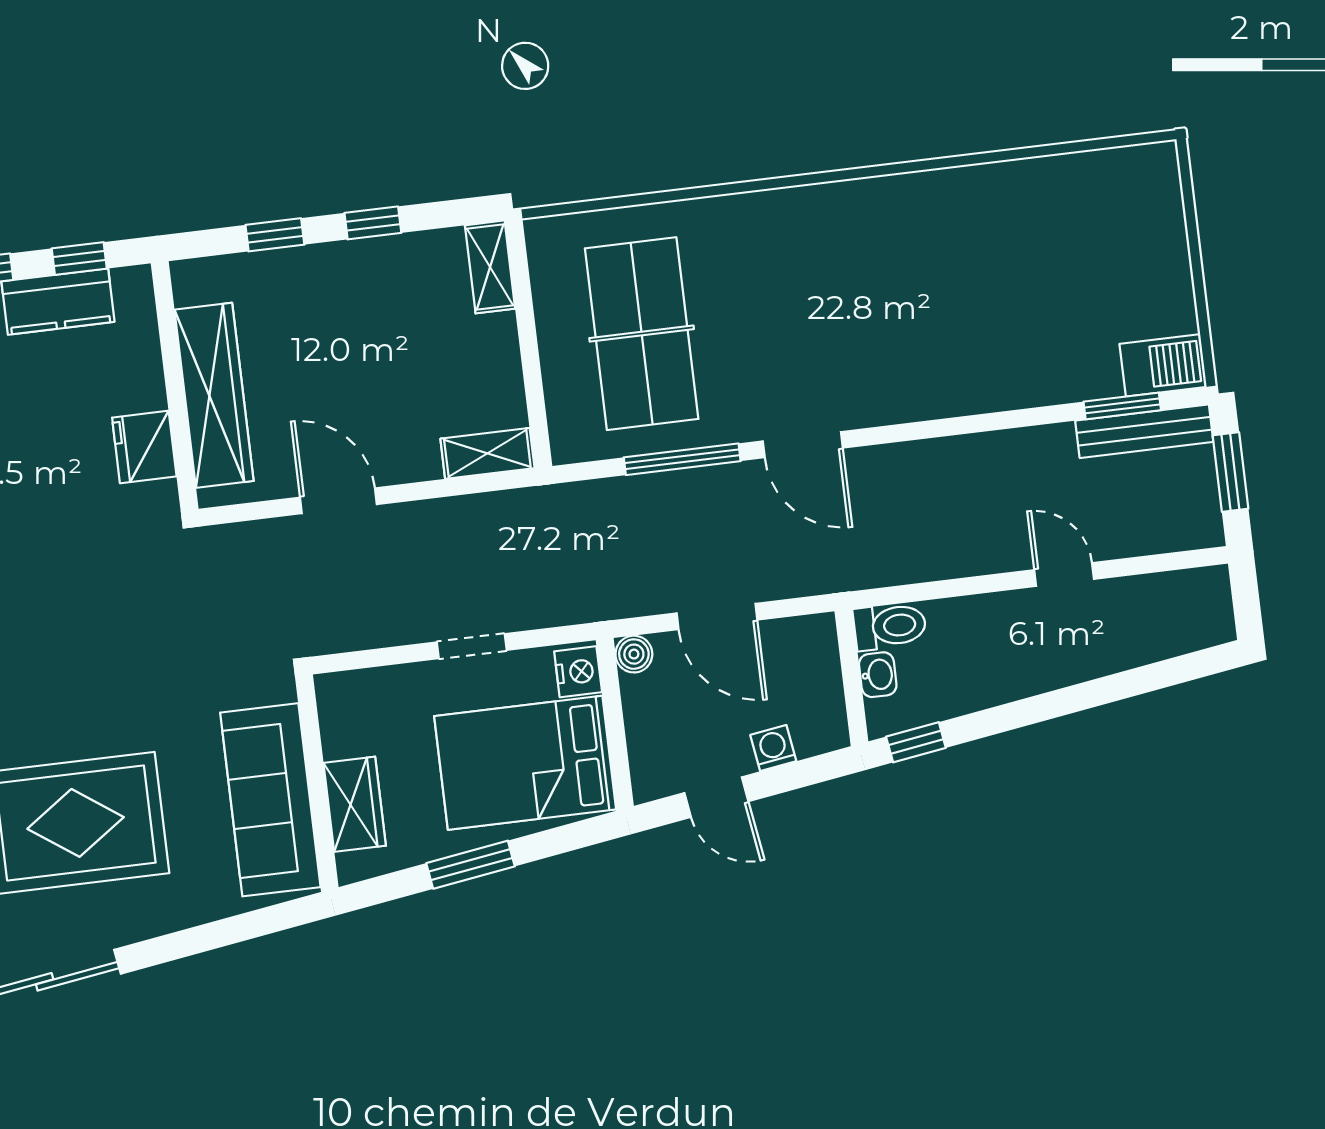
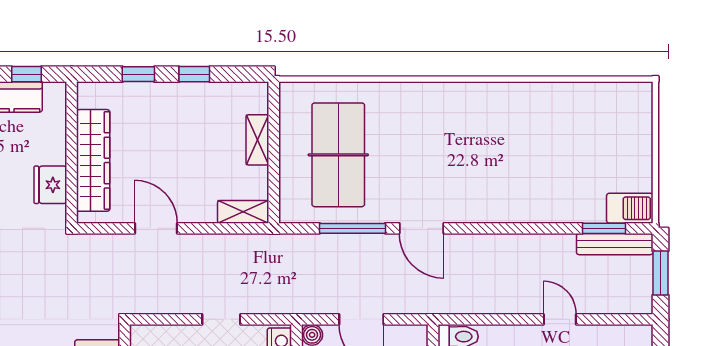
shelving: (490, 267) -> (257, 140), moved

